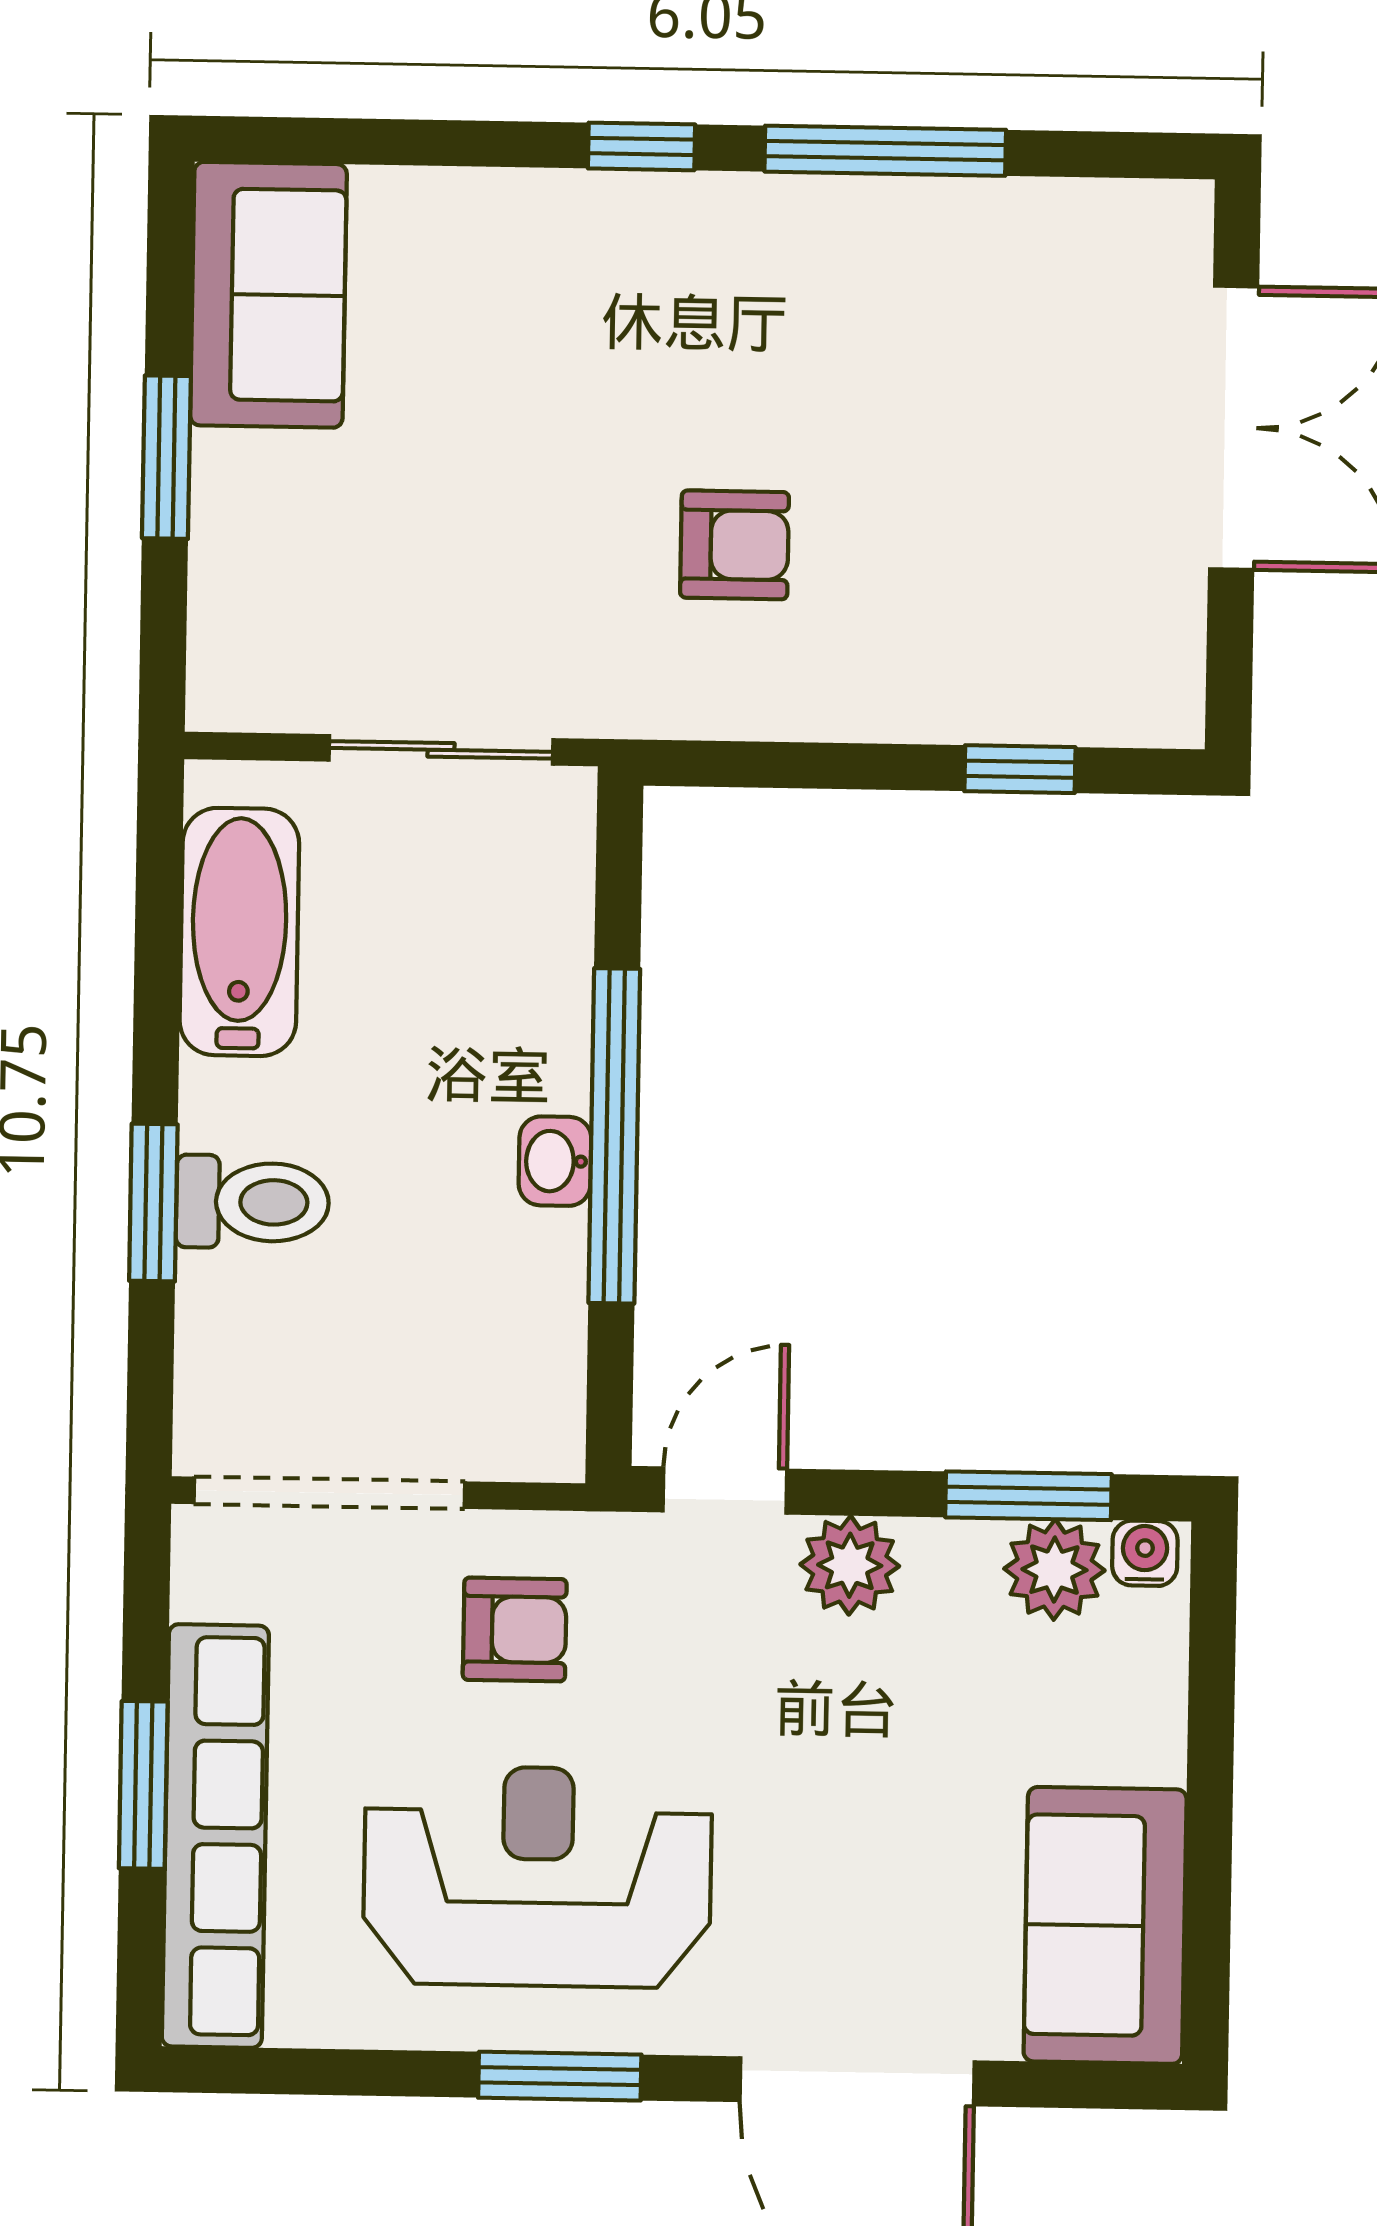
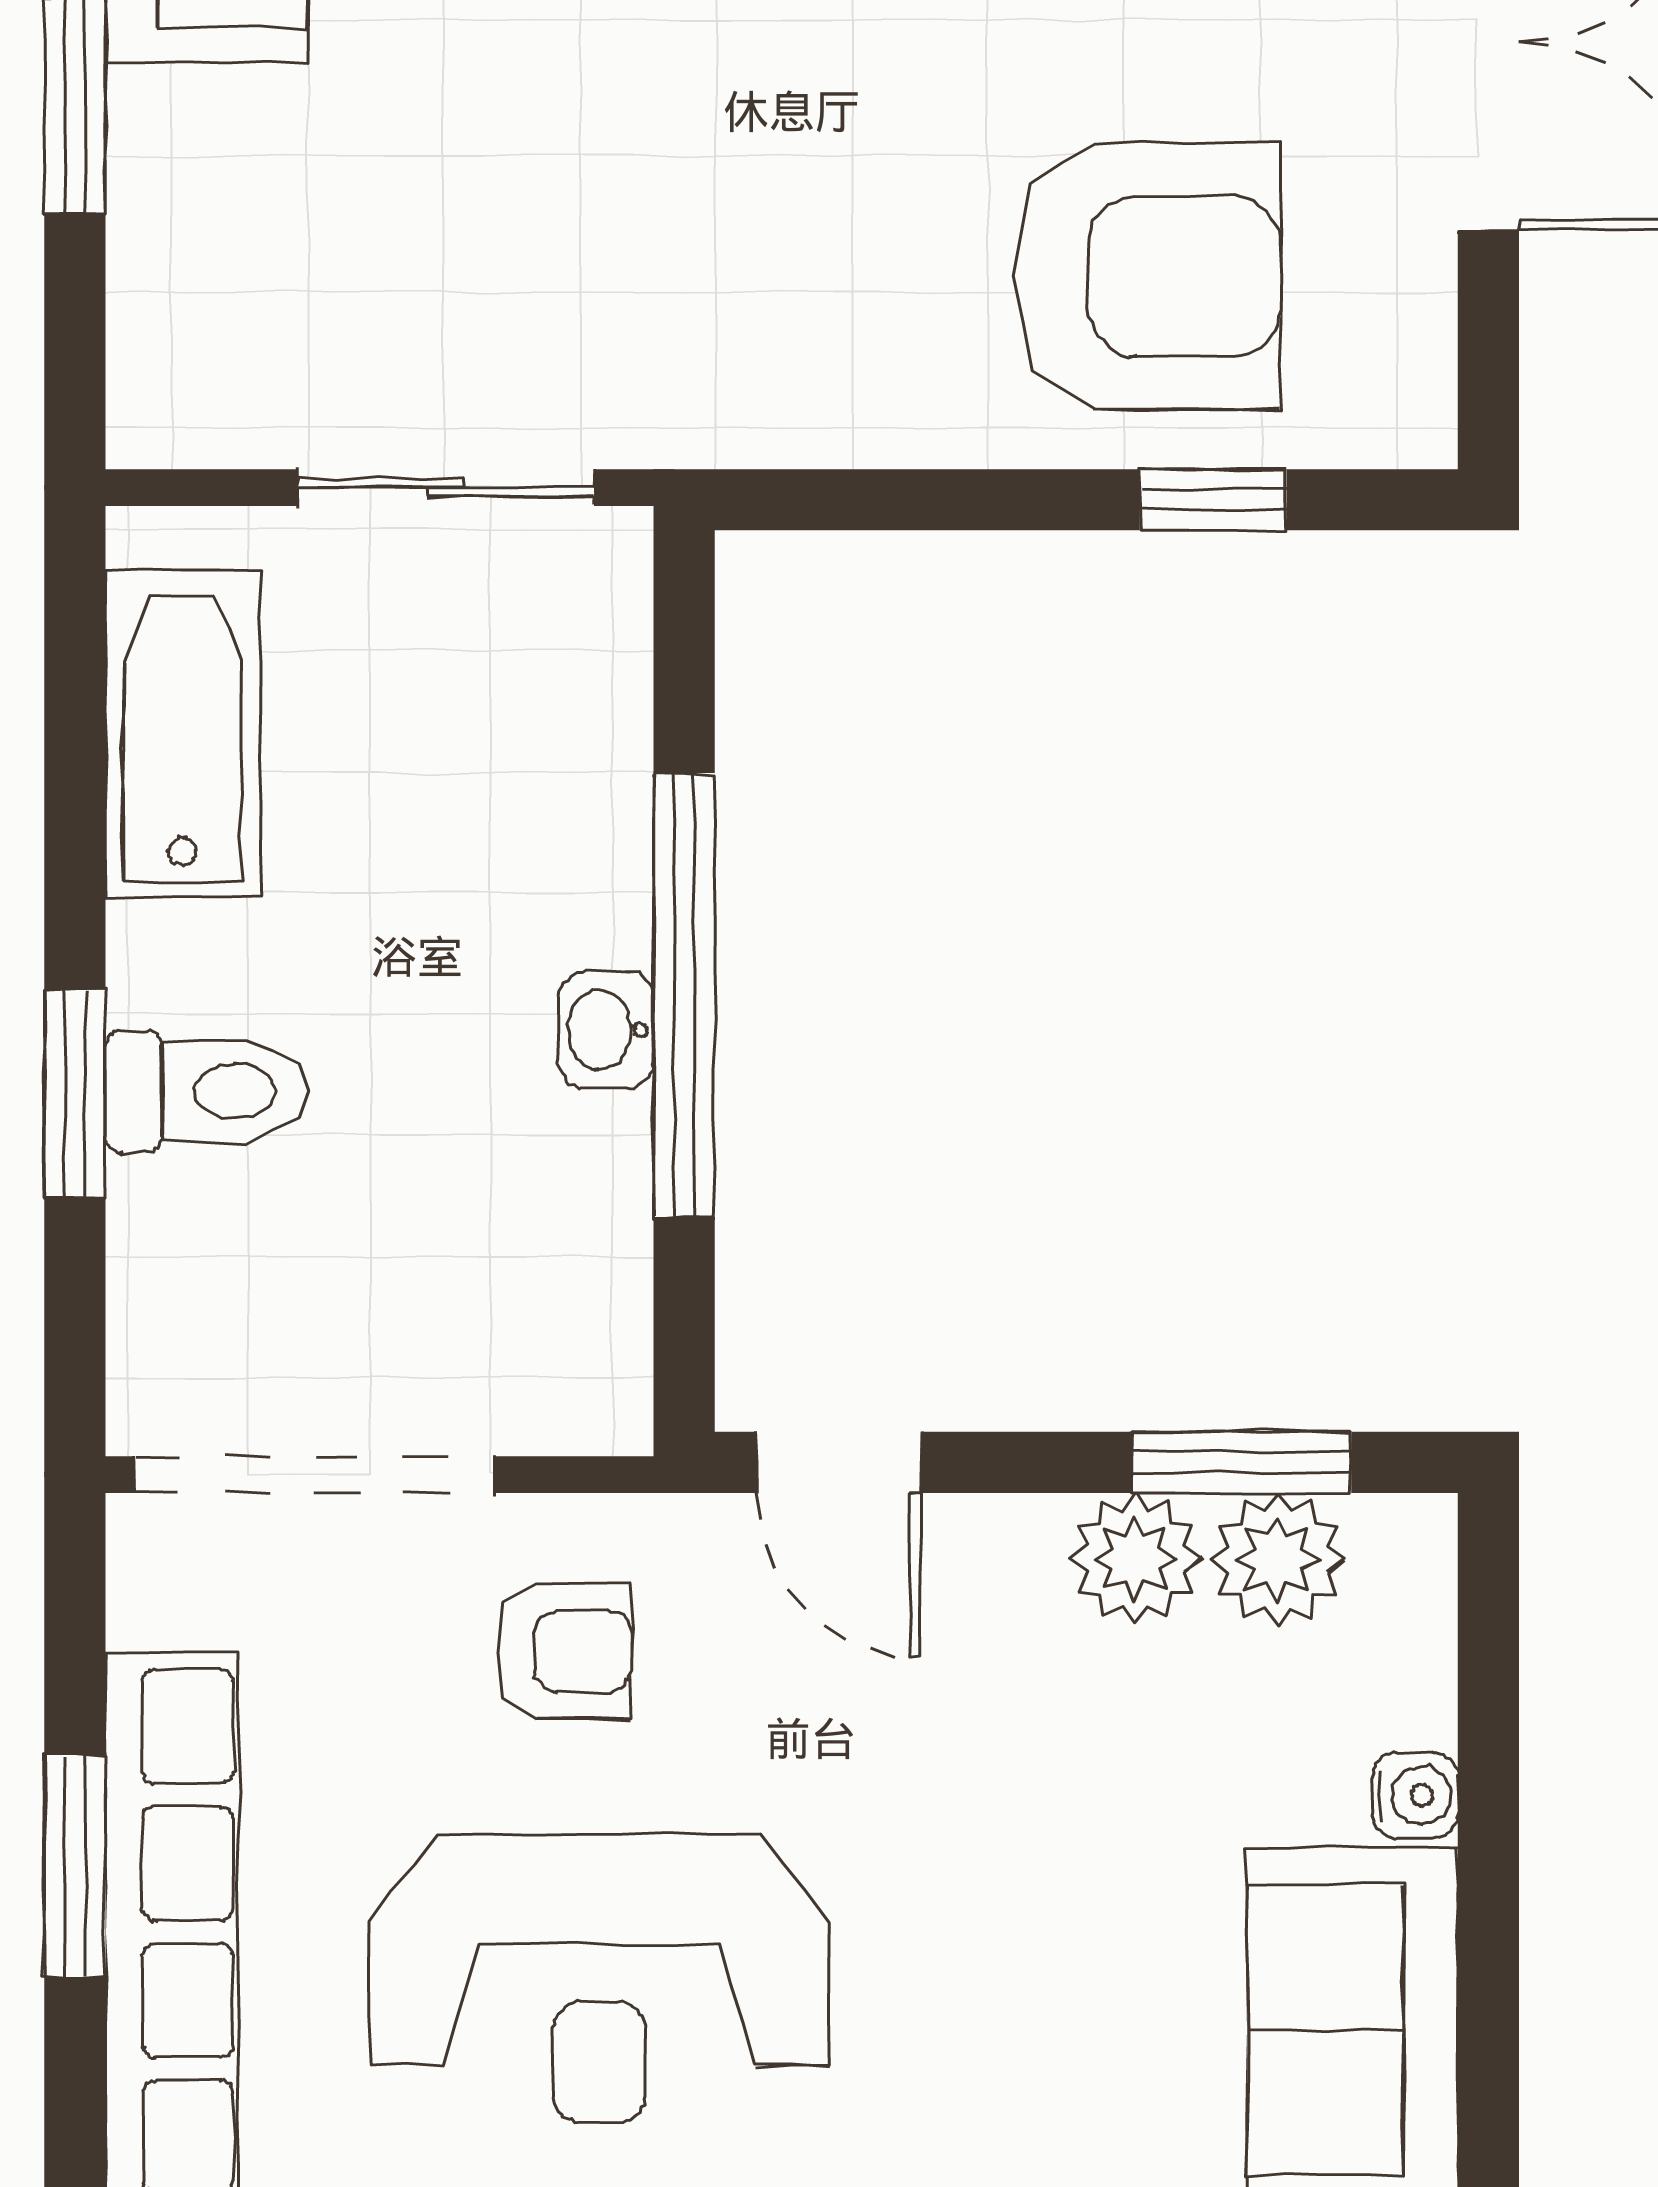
armchair: (735, 545) -> (1147, 276), moved, width x1.88, depth x1.88
door: (725, 1490) -> (839, 1462), swing flipped
water cooler: (1145, 1553) -> (1415, 1795), moved, turned 90
plant: (850, 1565) -> (1135, 1559), moved
reception desk: (537, 1877) -> (599, 1978), turned 180

